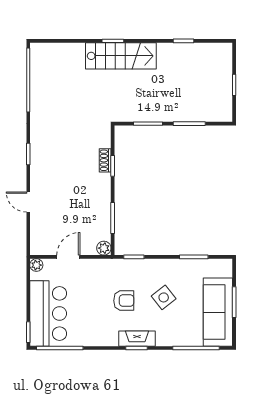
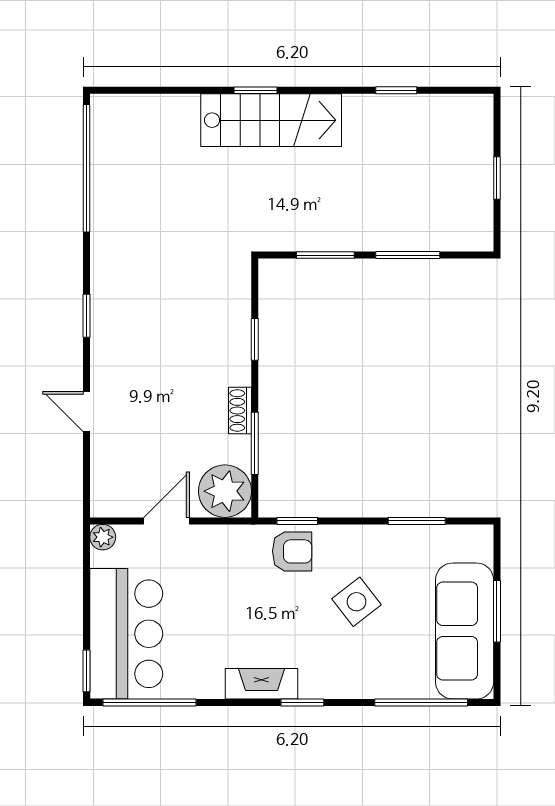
shoe rack: (105, 160) -> (240, 410), moved
plant: (104, 248) -> (225, 491), width x1.88, depth x1.88
armchair: (124, 301) -> (292, 551), moved
fireplace: (137, 339) -> (261, 684), moved

